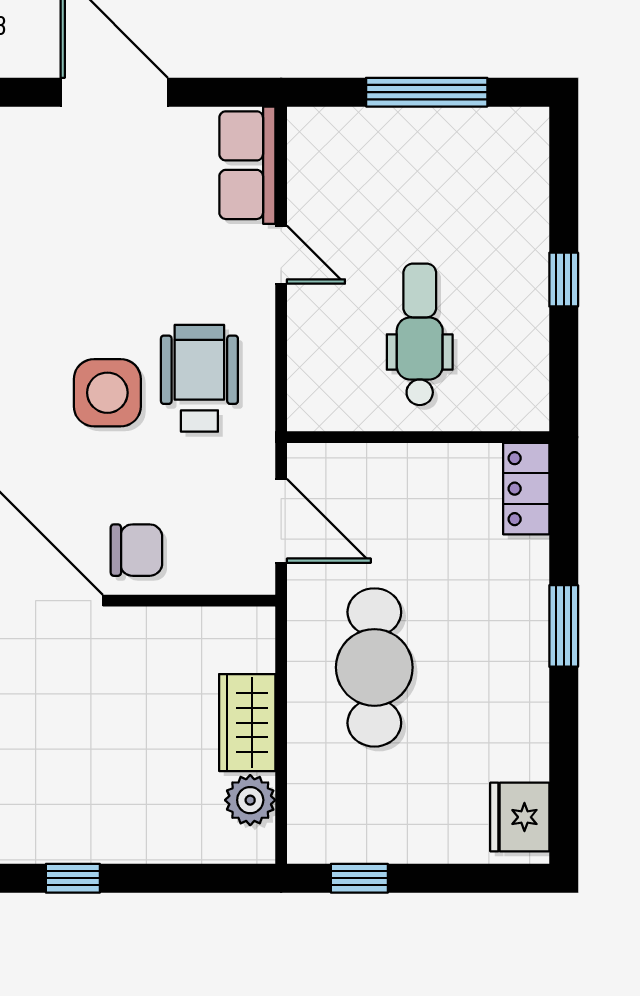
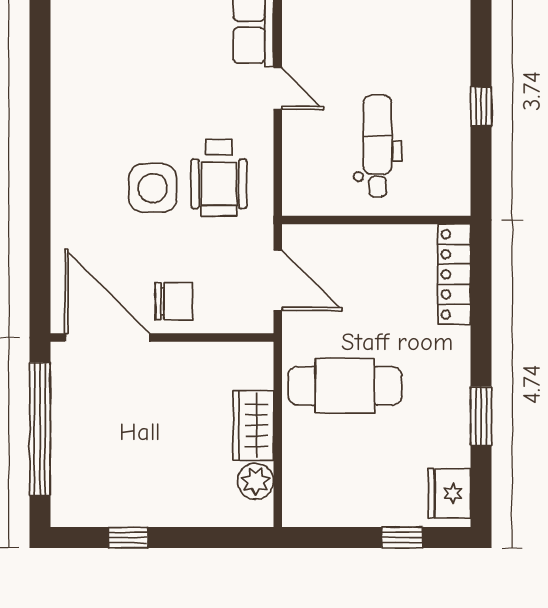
wheelchair: (199, 378) -> (219, 178), turned 180
locker: (526, 489) -> (454, 274), width x1.53
window: (564, 626) -> (481, 416), moved
cafe table: (374, 667) -> (345, 386), turned 90
window: (359, 878) -> (402, 537), moved

